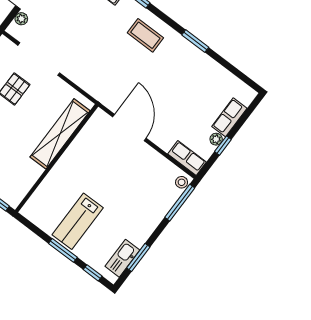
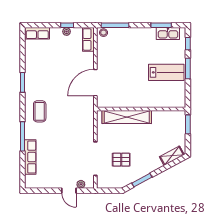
row of seats: (229, 117) -> (37, 33), moved

